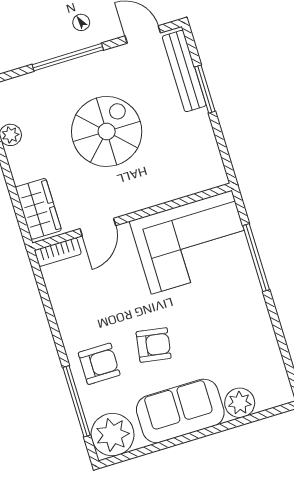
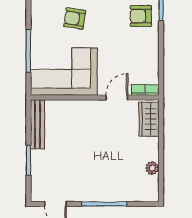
bench: (184, 71) -> (37, 124), moved
spiral stairs: (107, 131) -> (94, 153), removed
armchair: (154, 345) -> (75, 19), moved

